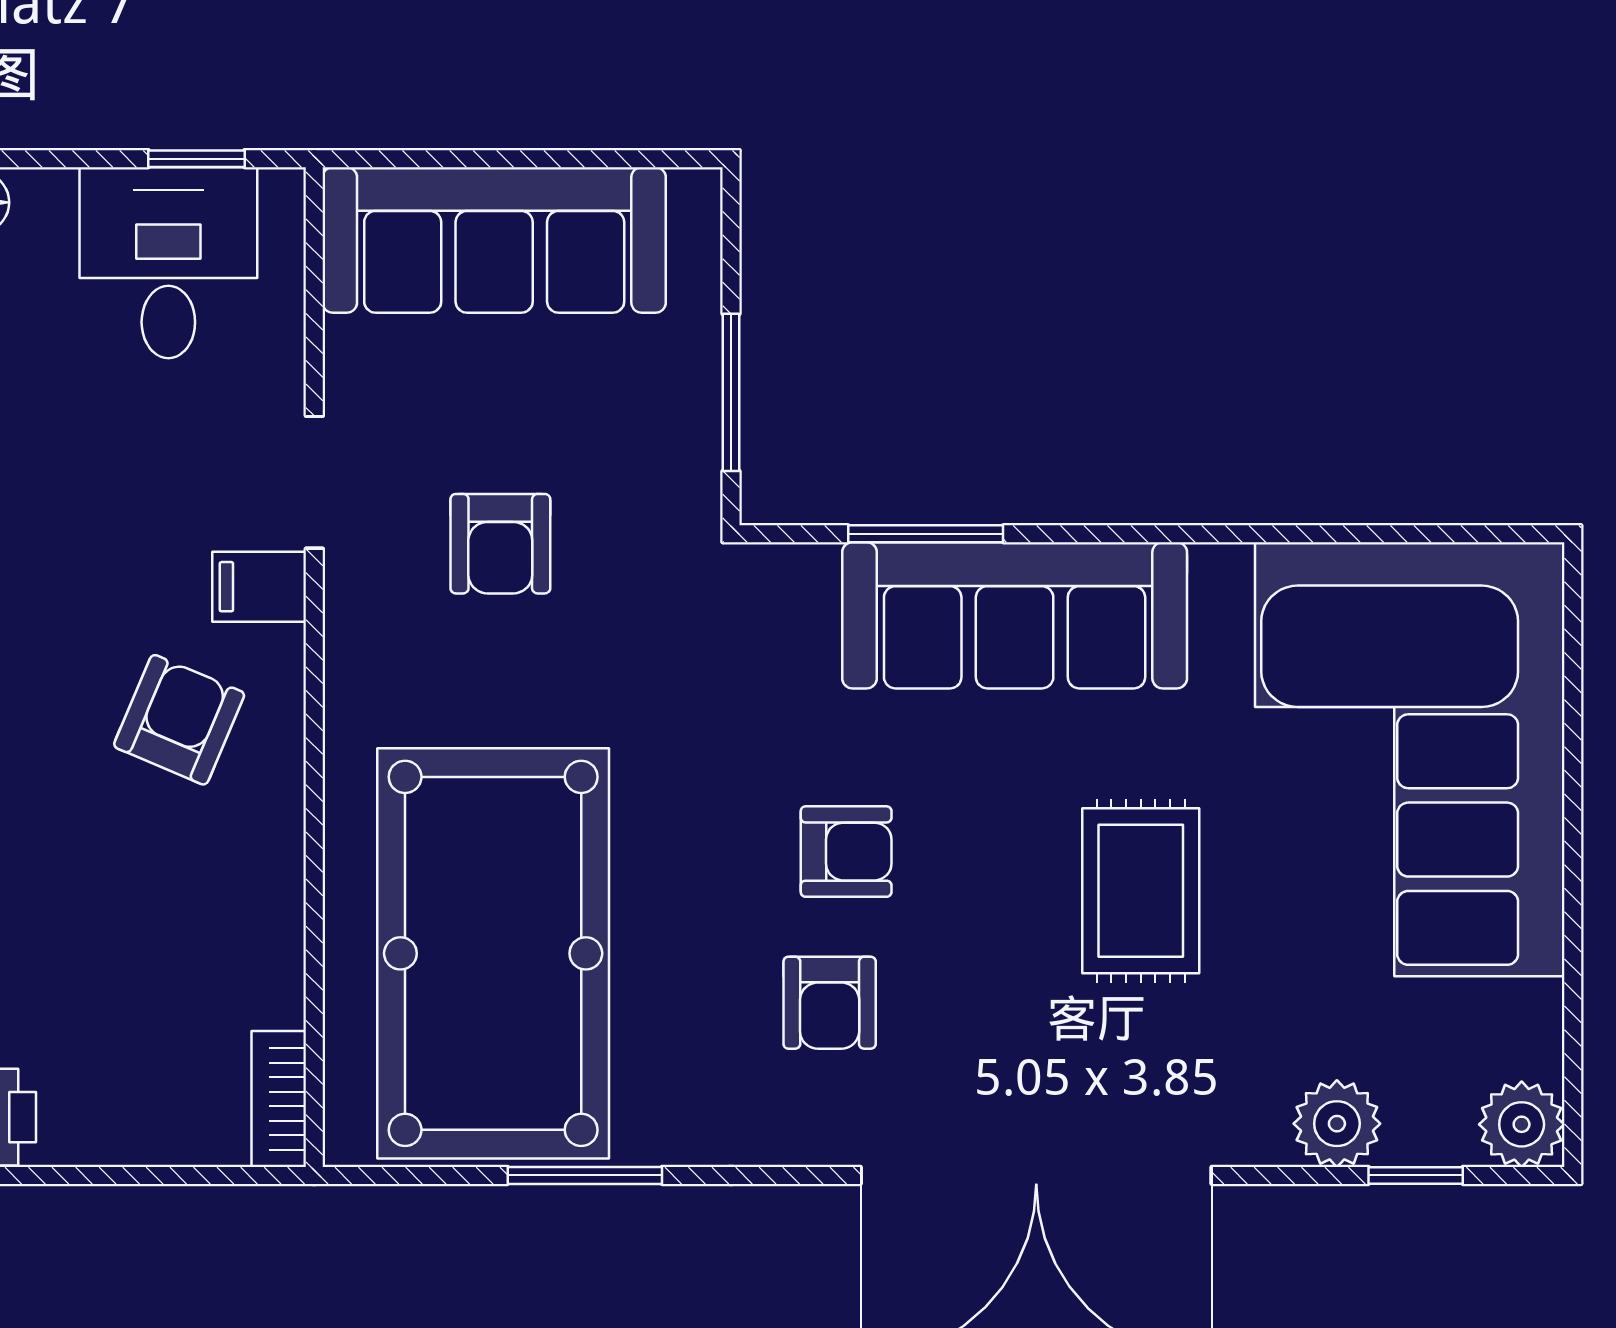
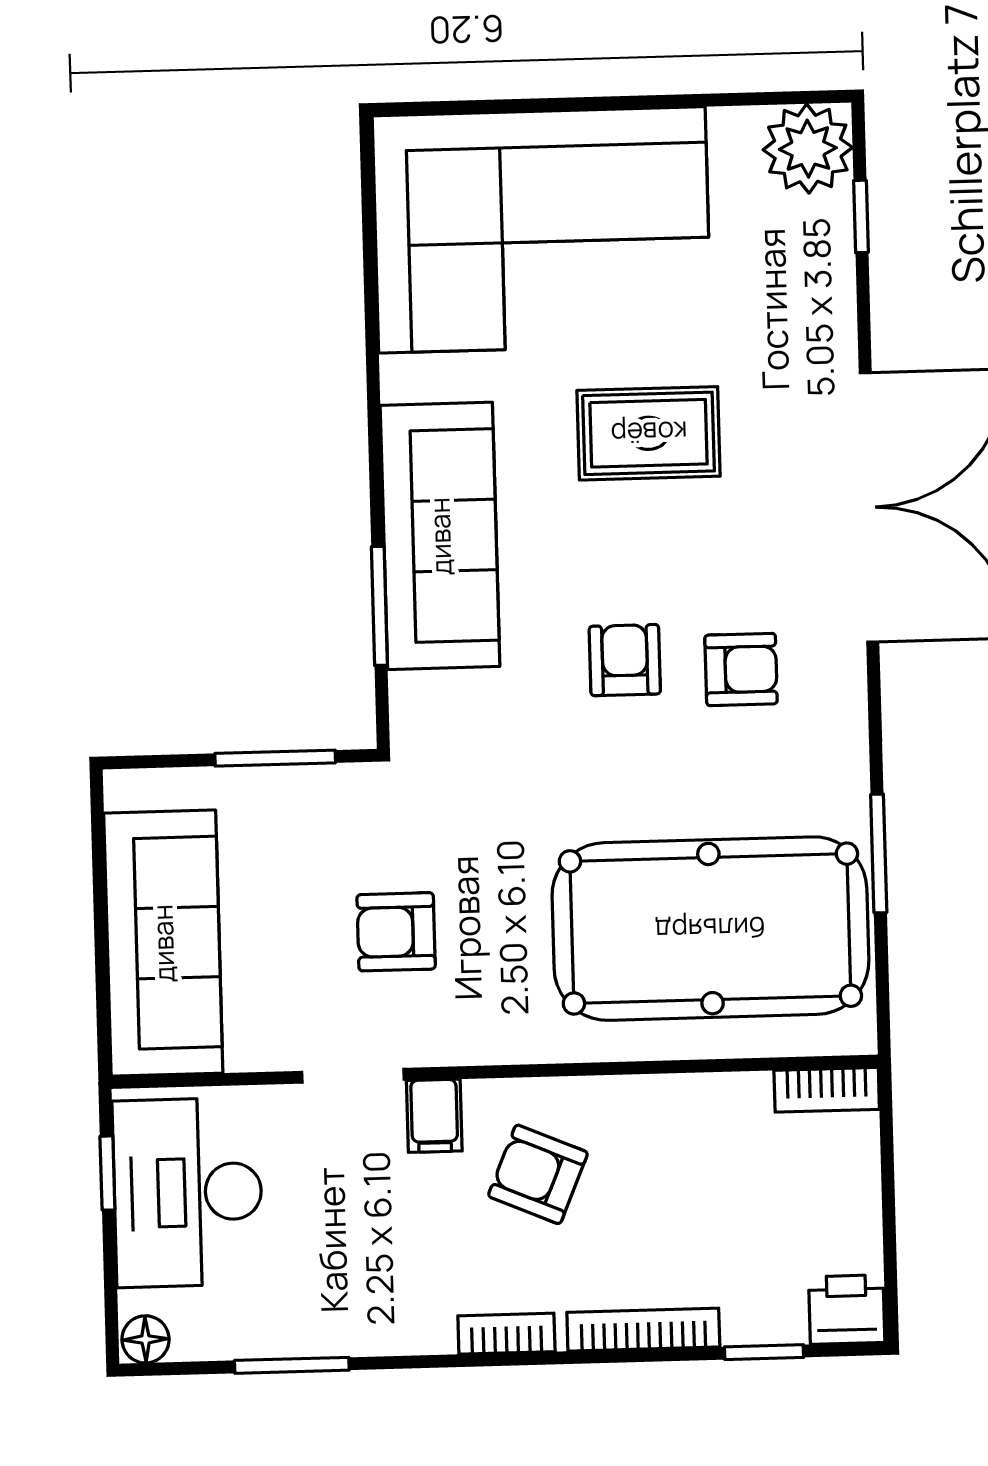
desk: (168, 263) -> (188, 1192), width x1.37
armchair: (500, 544) -> (396, 932), turned 180
plant: (1337, 1124) -> (823, 278), removed
plant: (1522, 1124) -> (808, 149), width x1.36, depth x1.36

